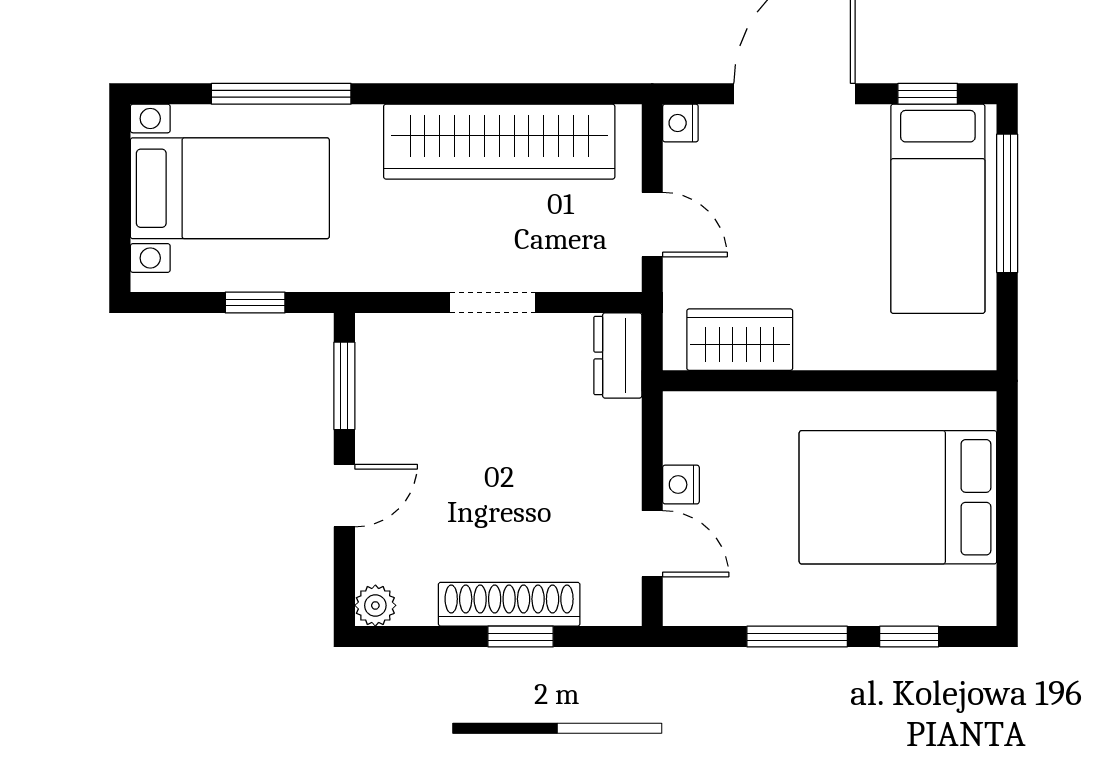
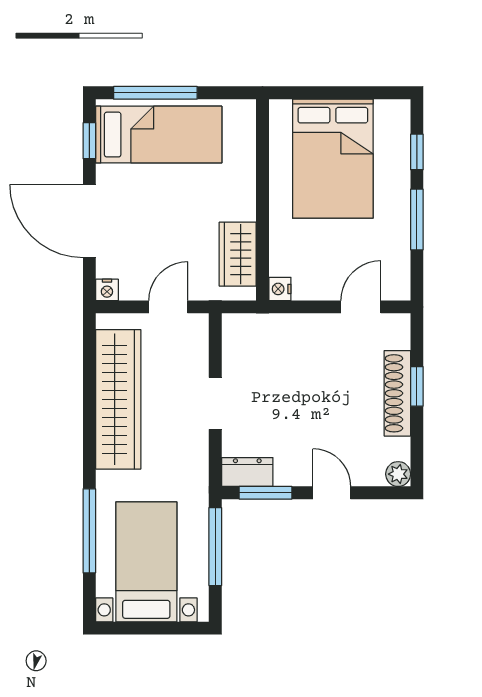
window: (255, 303) -> (215, 547), width x2.17
dresser: (618, 356) -> (247, 472), moved, turned 180
nightstand: (681, 485) -> (280, 289), moved, turned 90

